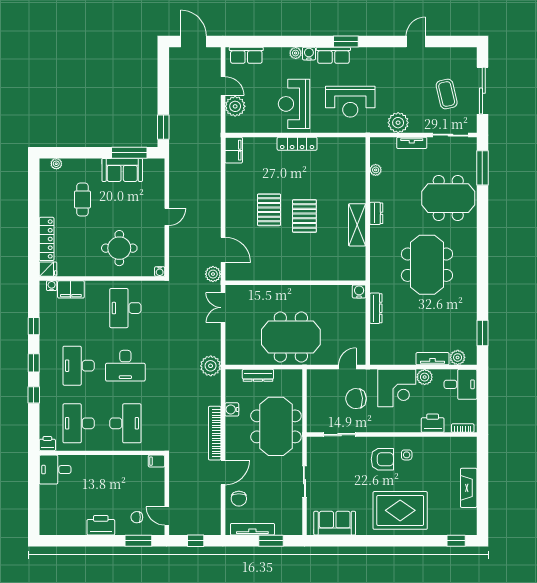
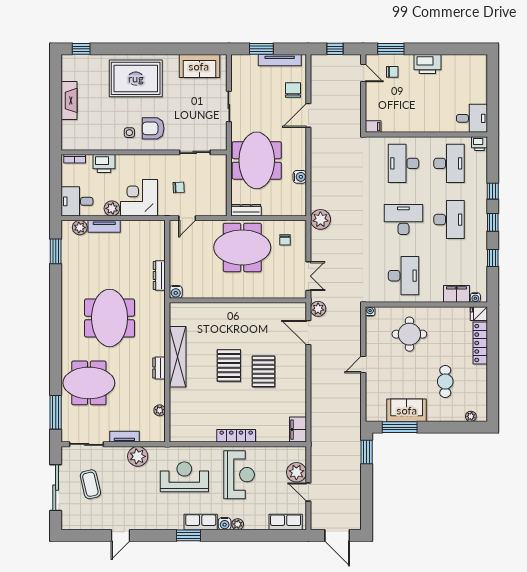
shelving: (357, 225) -> (178, 357), width x1.47
chair: (247, 345) -> (285, 240), added
dresser: (258, 375) -> (246, 210), moved
chair: (356, 399) -> (179, 187), width x0.54, depth x0.54
bookcase: (215, 433) -> (316, 154), removed

